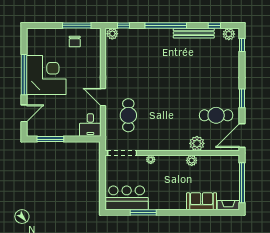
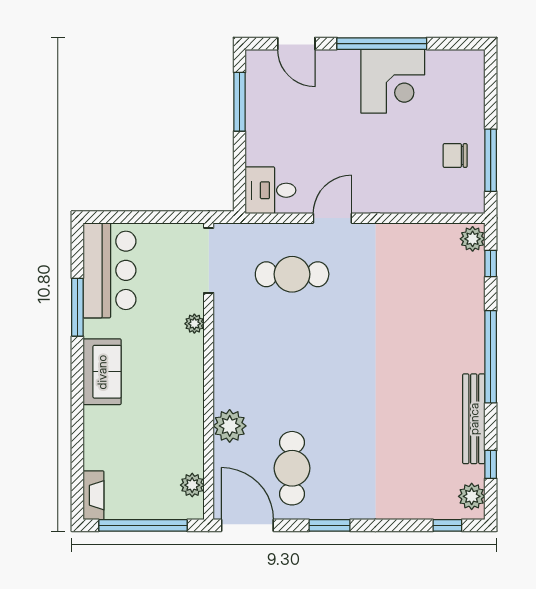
corner desk: (46, 75) -> (393, 81), width x0.74, depth x0.74
plant: (192, 160) -> (192, 485), moved
sofa: (202, 201) -> (102, 372), moved

